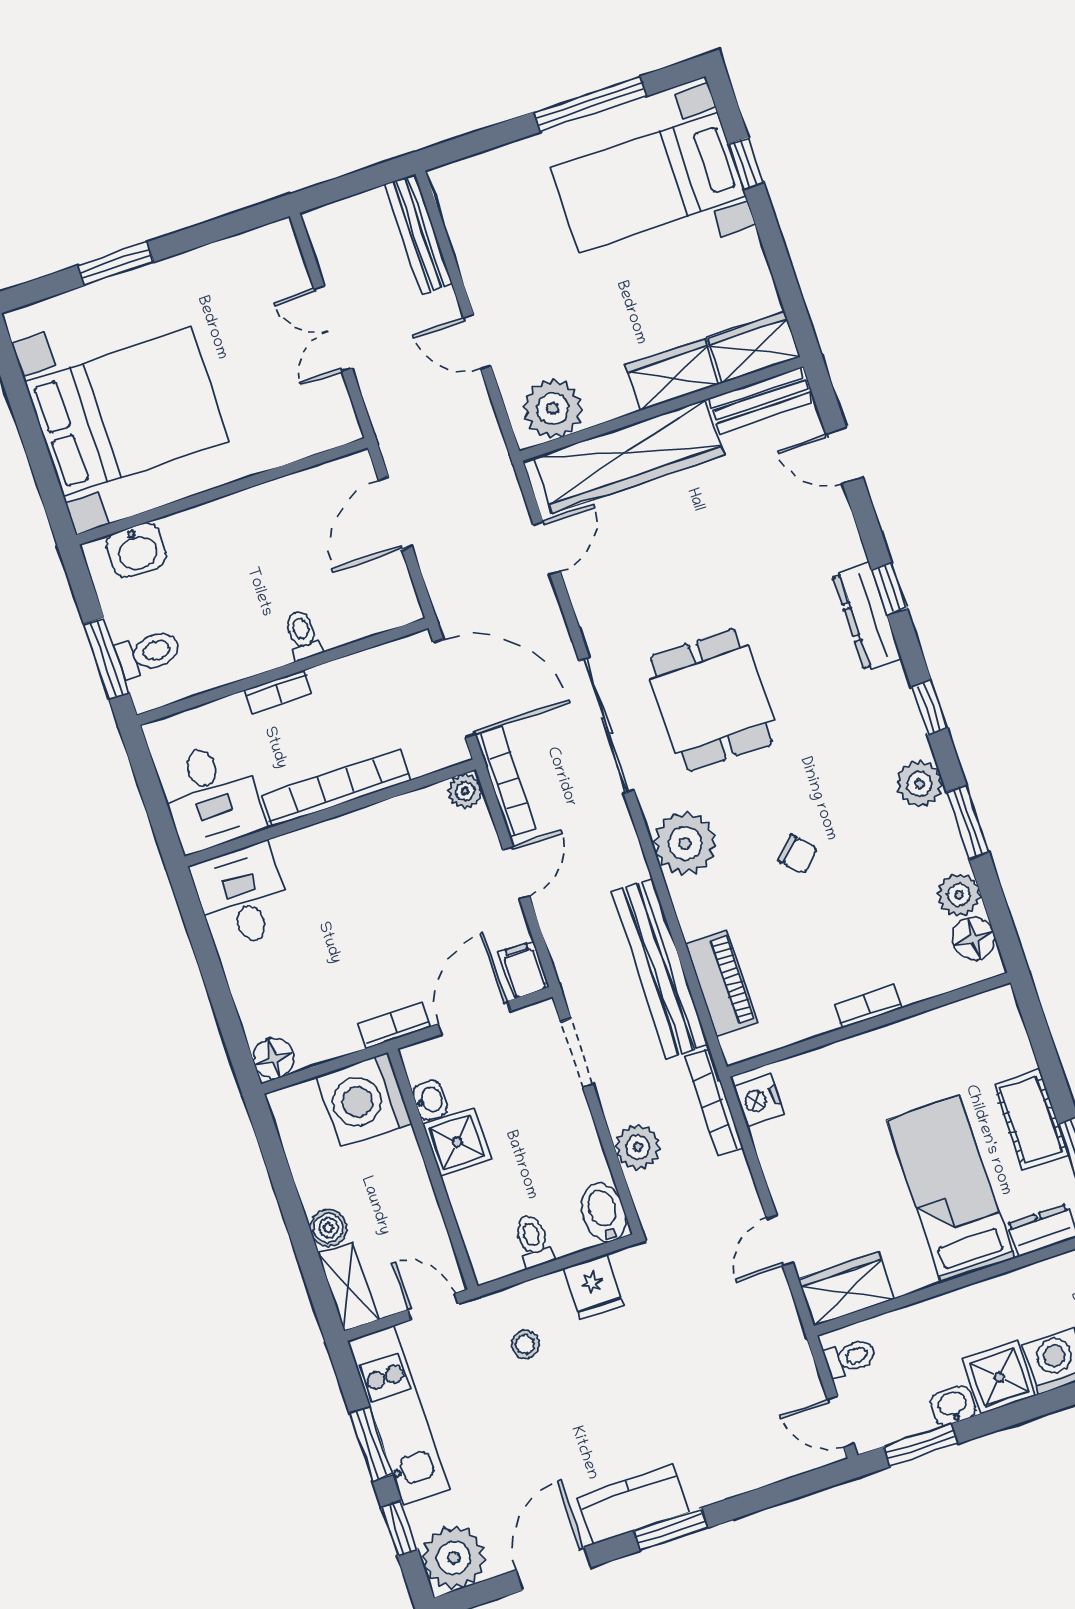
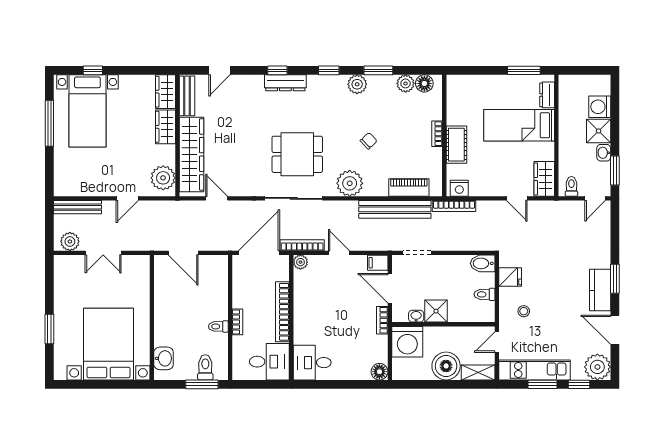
toilet: (303, 635) -> (218, 326), moved
cot: (1031, 1120) -> (456, 145), moved, turned 90
plant: (638, 1147) -> (70, 242), moved
boiler: (328, 1228) -> (446, 366), width x1.86, depth x1.86

